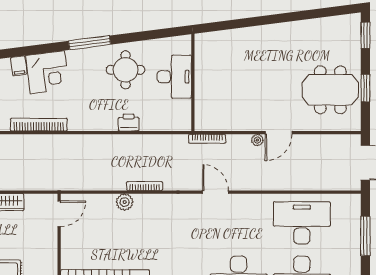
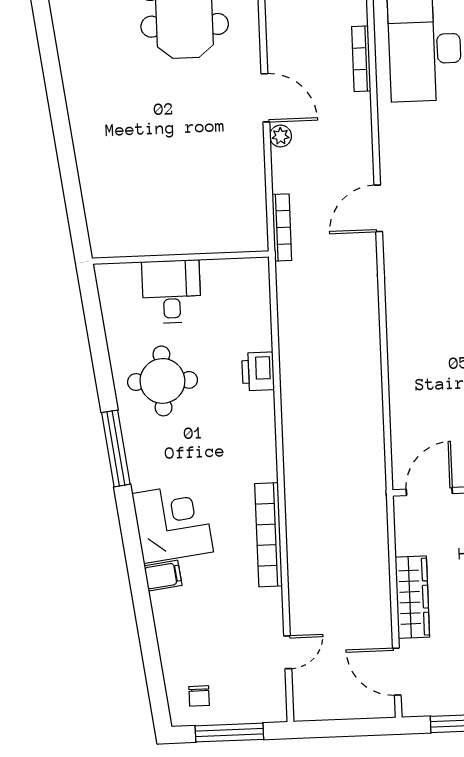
desk: (174, 77) -> (171, 292), width x0.73
bookcase: (145, 186) -> (361, 59), moved
plant: (125, 202) -> (403, 373), removed
door: (59, 214) -> (429, 491), hinge flipped

